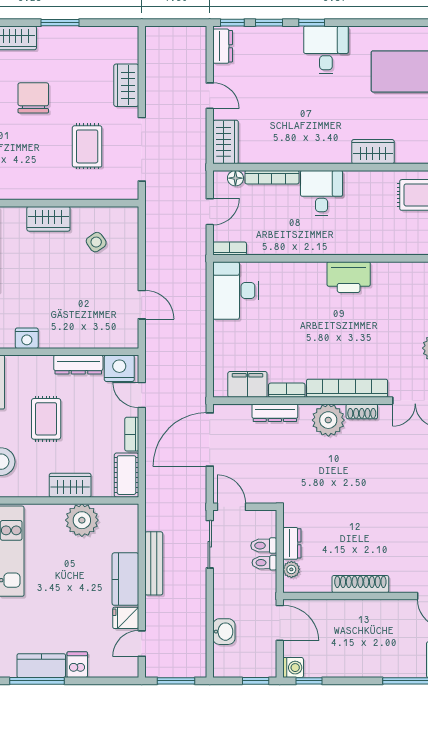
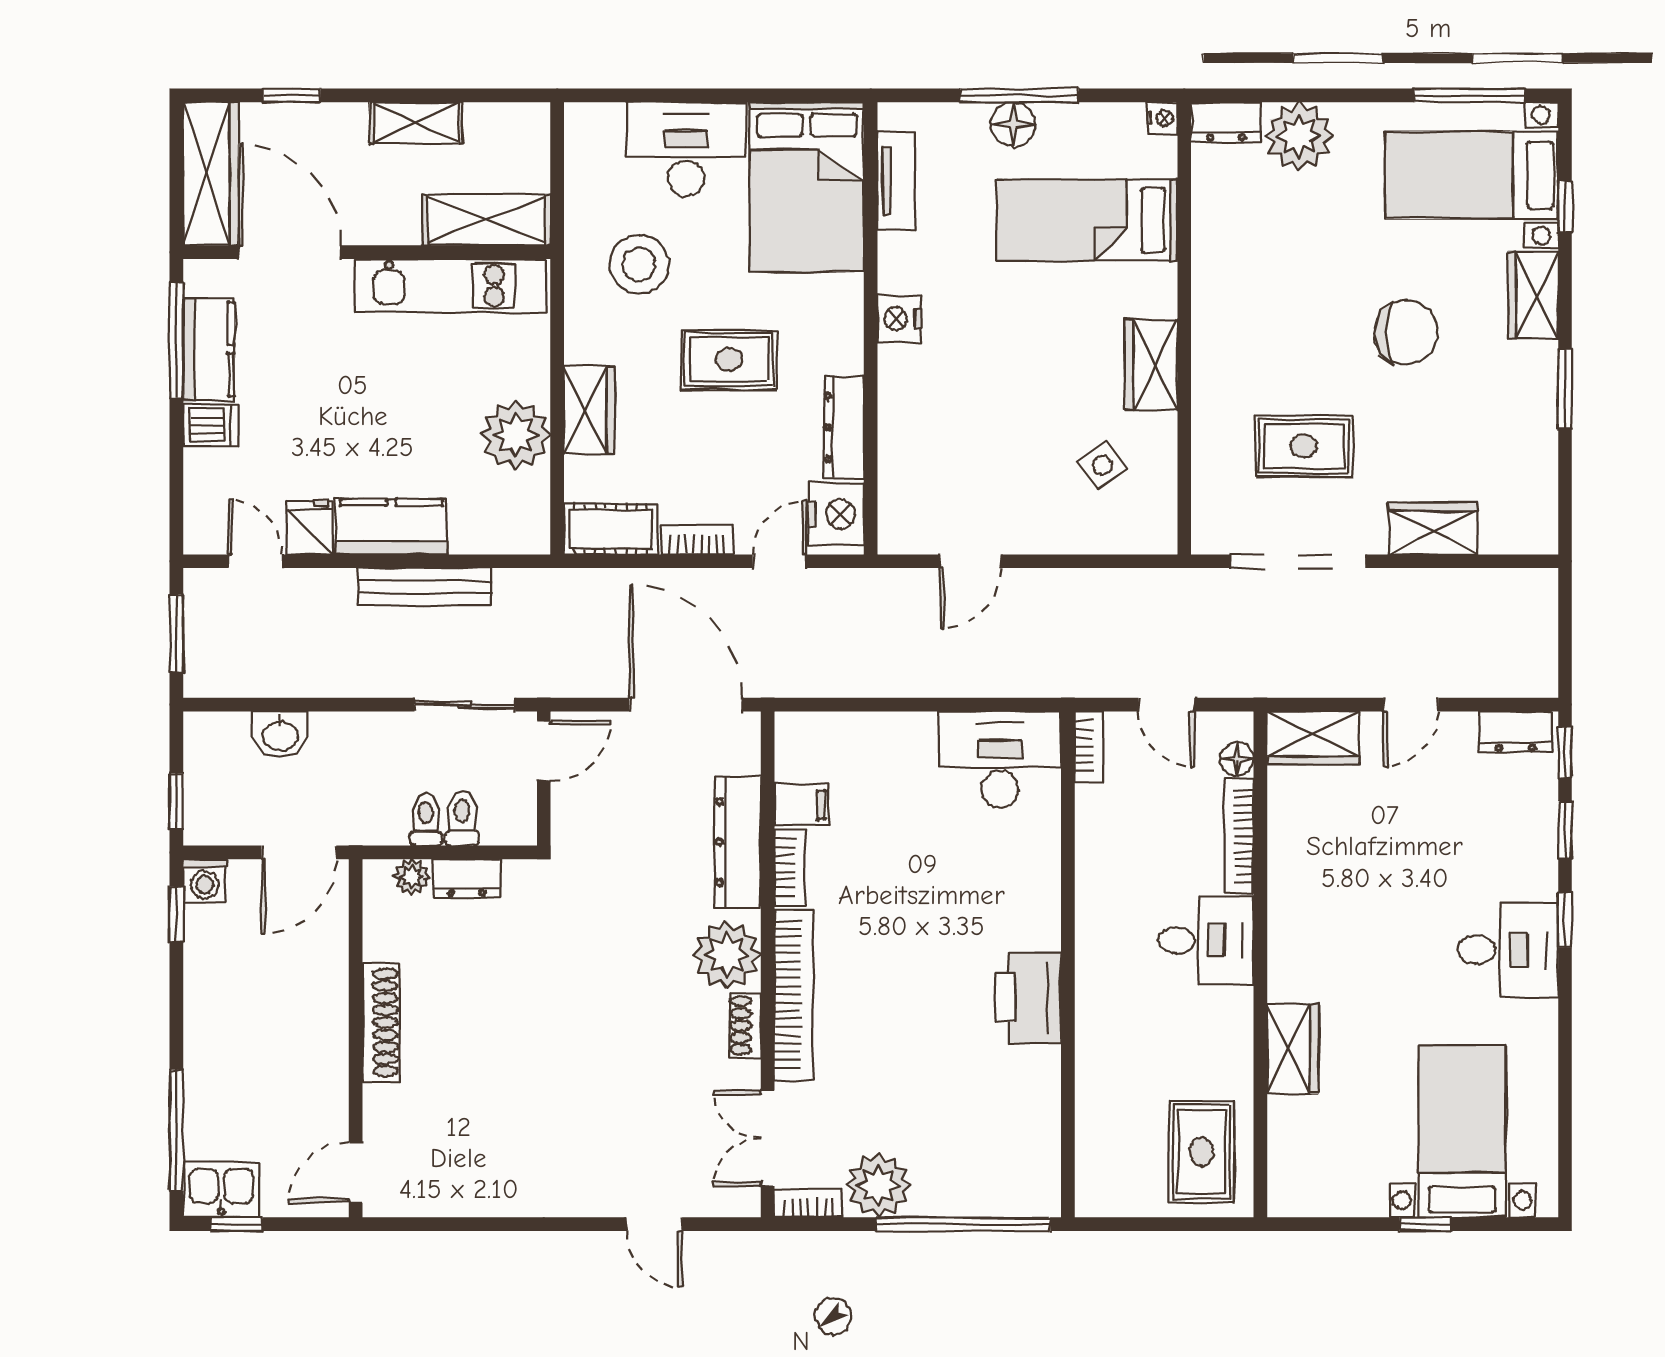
filing cabinet: (247, 384) -> (802, 805), width x0.50
dresser: (275, 413) -> (738, 842), width x1.37, depth x1.24

